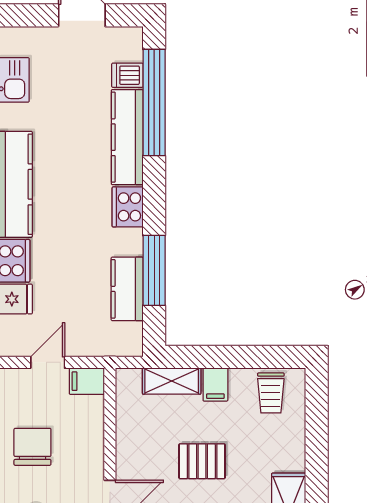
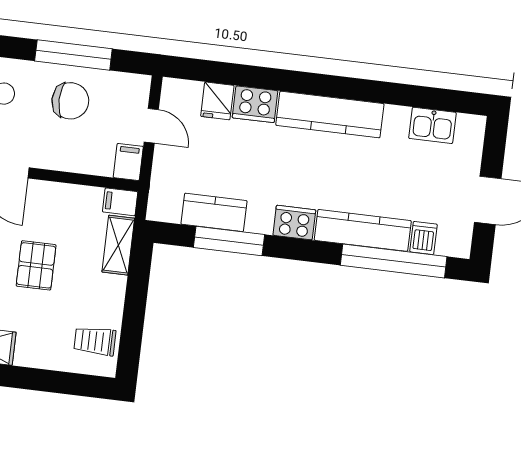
filing cabinet: (215, 385) -> (120, 202), moved

